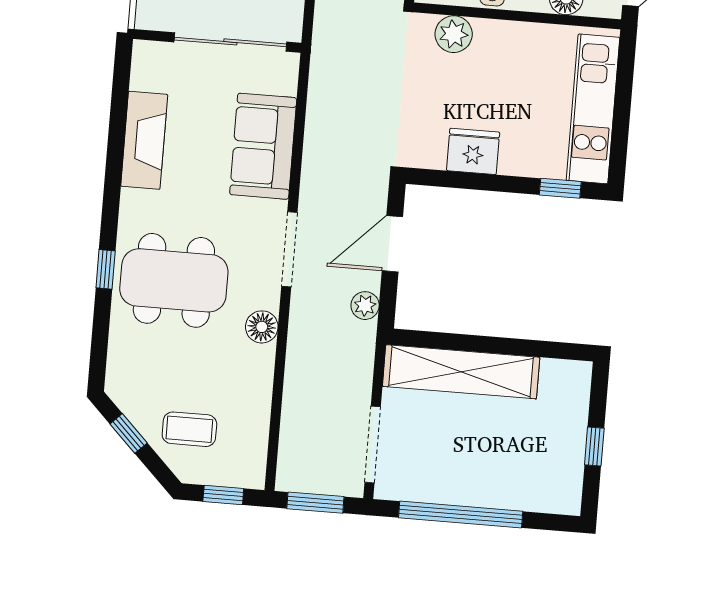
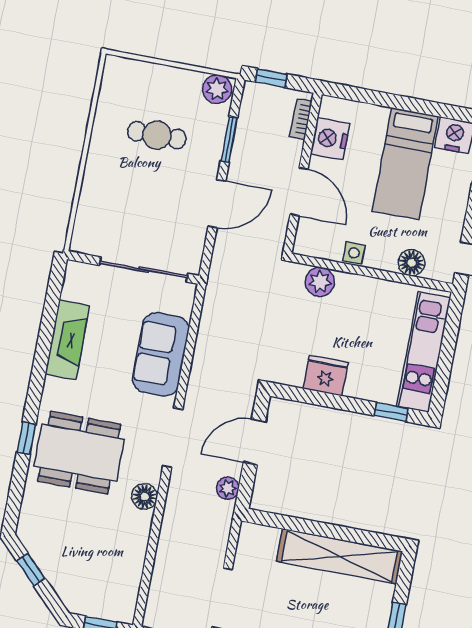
shelving: (461, 372) -> (339, 556), moved
coffee table: (189, 429) -> (79, 571), removed

